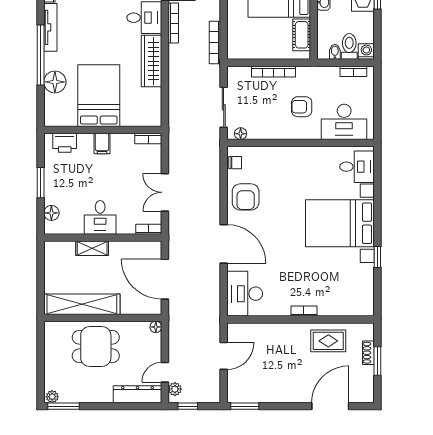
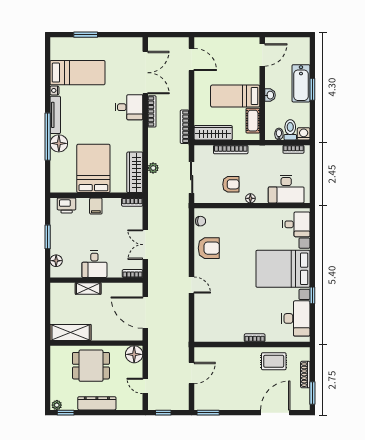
wardrobe: (251, 50) -> (213, 133), added
wardrobe: (152, 61) -> (135, 172), moved
floor lamp: (55, 82) -> (59, 143), moved
armchair: (302, 107) -> (231, 184), moved, turned 180
floor lamp: (241, 134) -> (250, 198), moved
armchair: (246, 197) -> (209, 248), turned -90
door: (224, 244) -> (192, 285), width x0.53
desk: (245, 294) -> (296, 318), moved, turned 180
shelving: (82, 304) -> (71, 332), width x0.68
floor lamp: (156, 327) -> (134, 354), width x1.89, depth x1.89
shoe rack: (368, 353) -> (305, 375), width x1.43
window: (377, 361) -> (312, 393), moved
door: (165, 372) -> (145, 386), hinge flipped
plant: (175, 389) -> (153, 168), moved
dresser: (138, 394) -> (97, 403), moved
window: (64, 406) -> (66, 413), width x0.67

